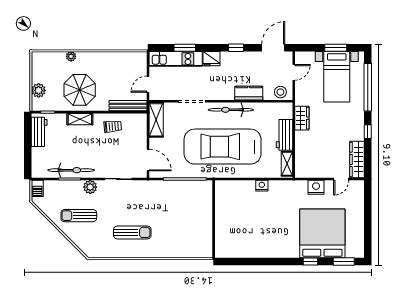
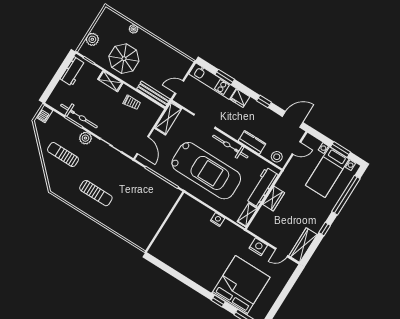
wardrobe: (302, 118) -> (274, 198), moved
workbench: (284, 135) -> (262, 187), width x1.38
car: (223, 147) -> (206, 171), turned 180

